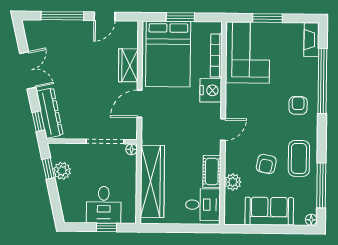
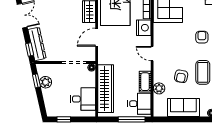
door: (223, 129) -> (152, 54), swing flipped
desk: (104, 205) -> (83, 99), moved, turned -90
window: (106, 227) -> (64, 119), moved
window: (191, 228) -> (132, 119), added

